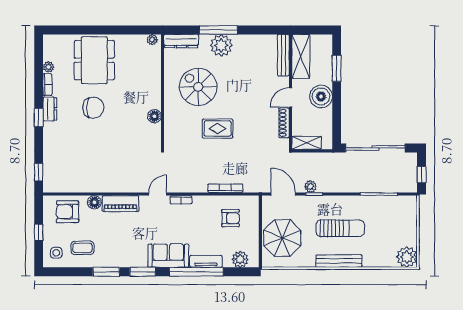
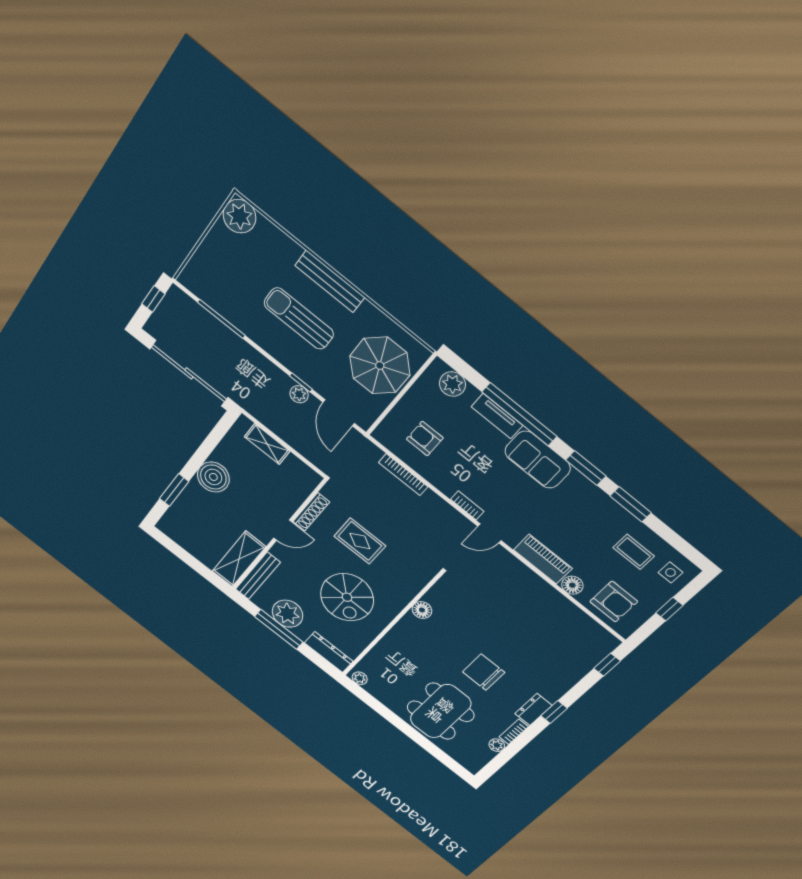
bench: (283, 55) -> (258, 576), moved
shelving: (301, 56) -> (239, 559), moved
wall: (291, 92) -> (278, 535), moved
door: (291, 98) -> (283, 530), moved
shoe rack: (284, 123) -> (311, 512), moved

